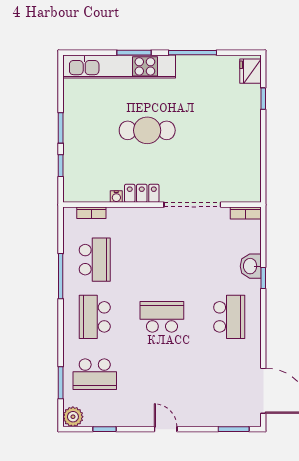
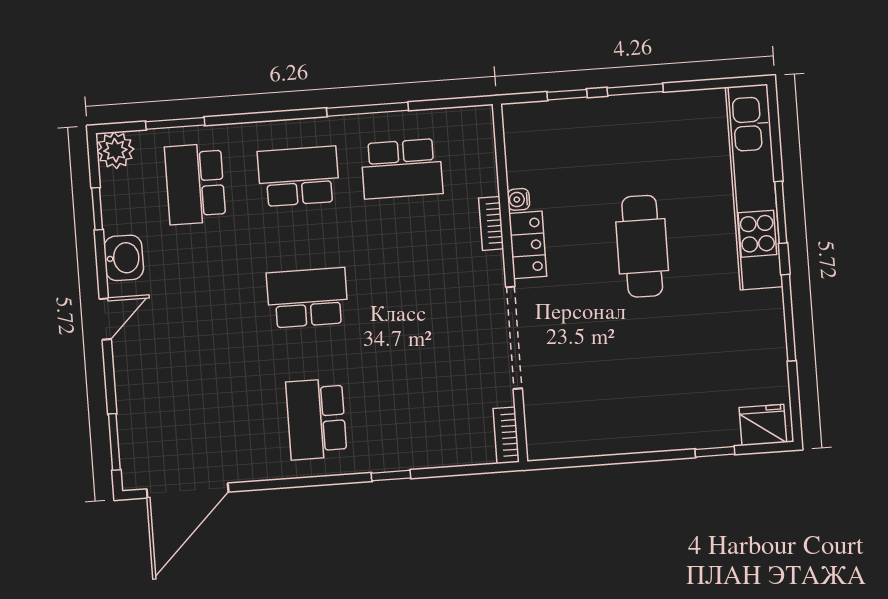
bookcase: (91, 213) -> (491, 223), moved
washbasin: (251, 266) -> (124, 258), moved, turned 90
school desk: (162, 317) -> (307, 298), turned -90
school desk: (229, 317) -> (316, 419), turned 90

